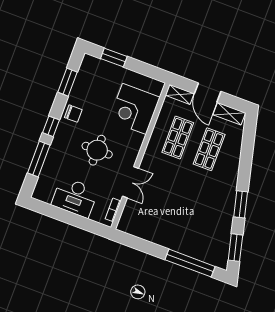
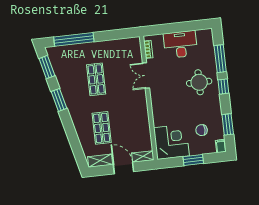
window: (114, 57) -> (193, 160), moved
filing cabinet: (87, 62) -> (221, 146), added
corner desk: (134, 109) -> (171, 142), moved
chair: (73, 114) -> (202, 130), moved
shop shelf: (178, 138) -> (96, 79), moved
round table: (97, 150) -> (199, 82), moved

